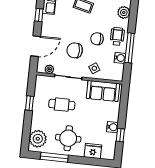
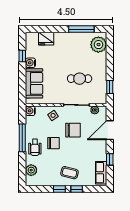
water cooler: (120, 58) -> (30, 111), moved
sofa: (103, 91) -> (34, 83), moved, turned 90
window: (30, 103) -> (110, 87), moved
round table: (68, 138) -> (70, 48), removed

